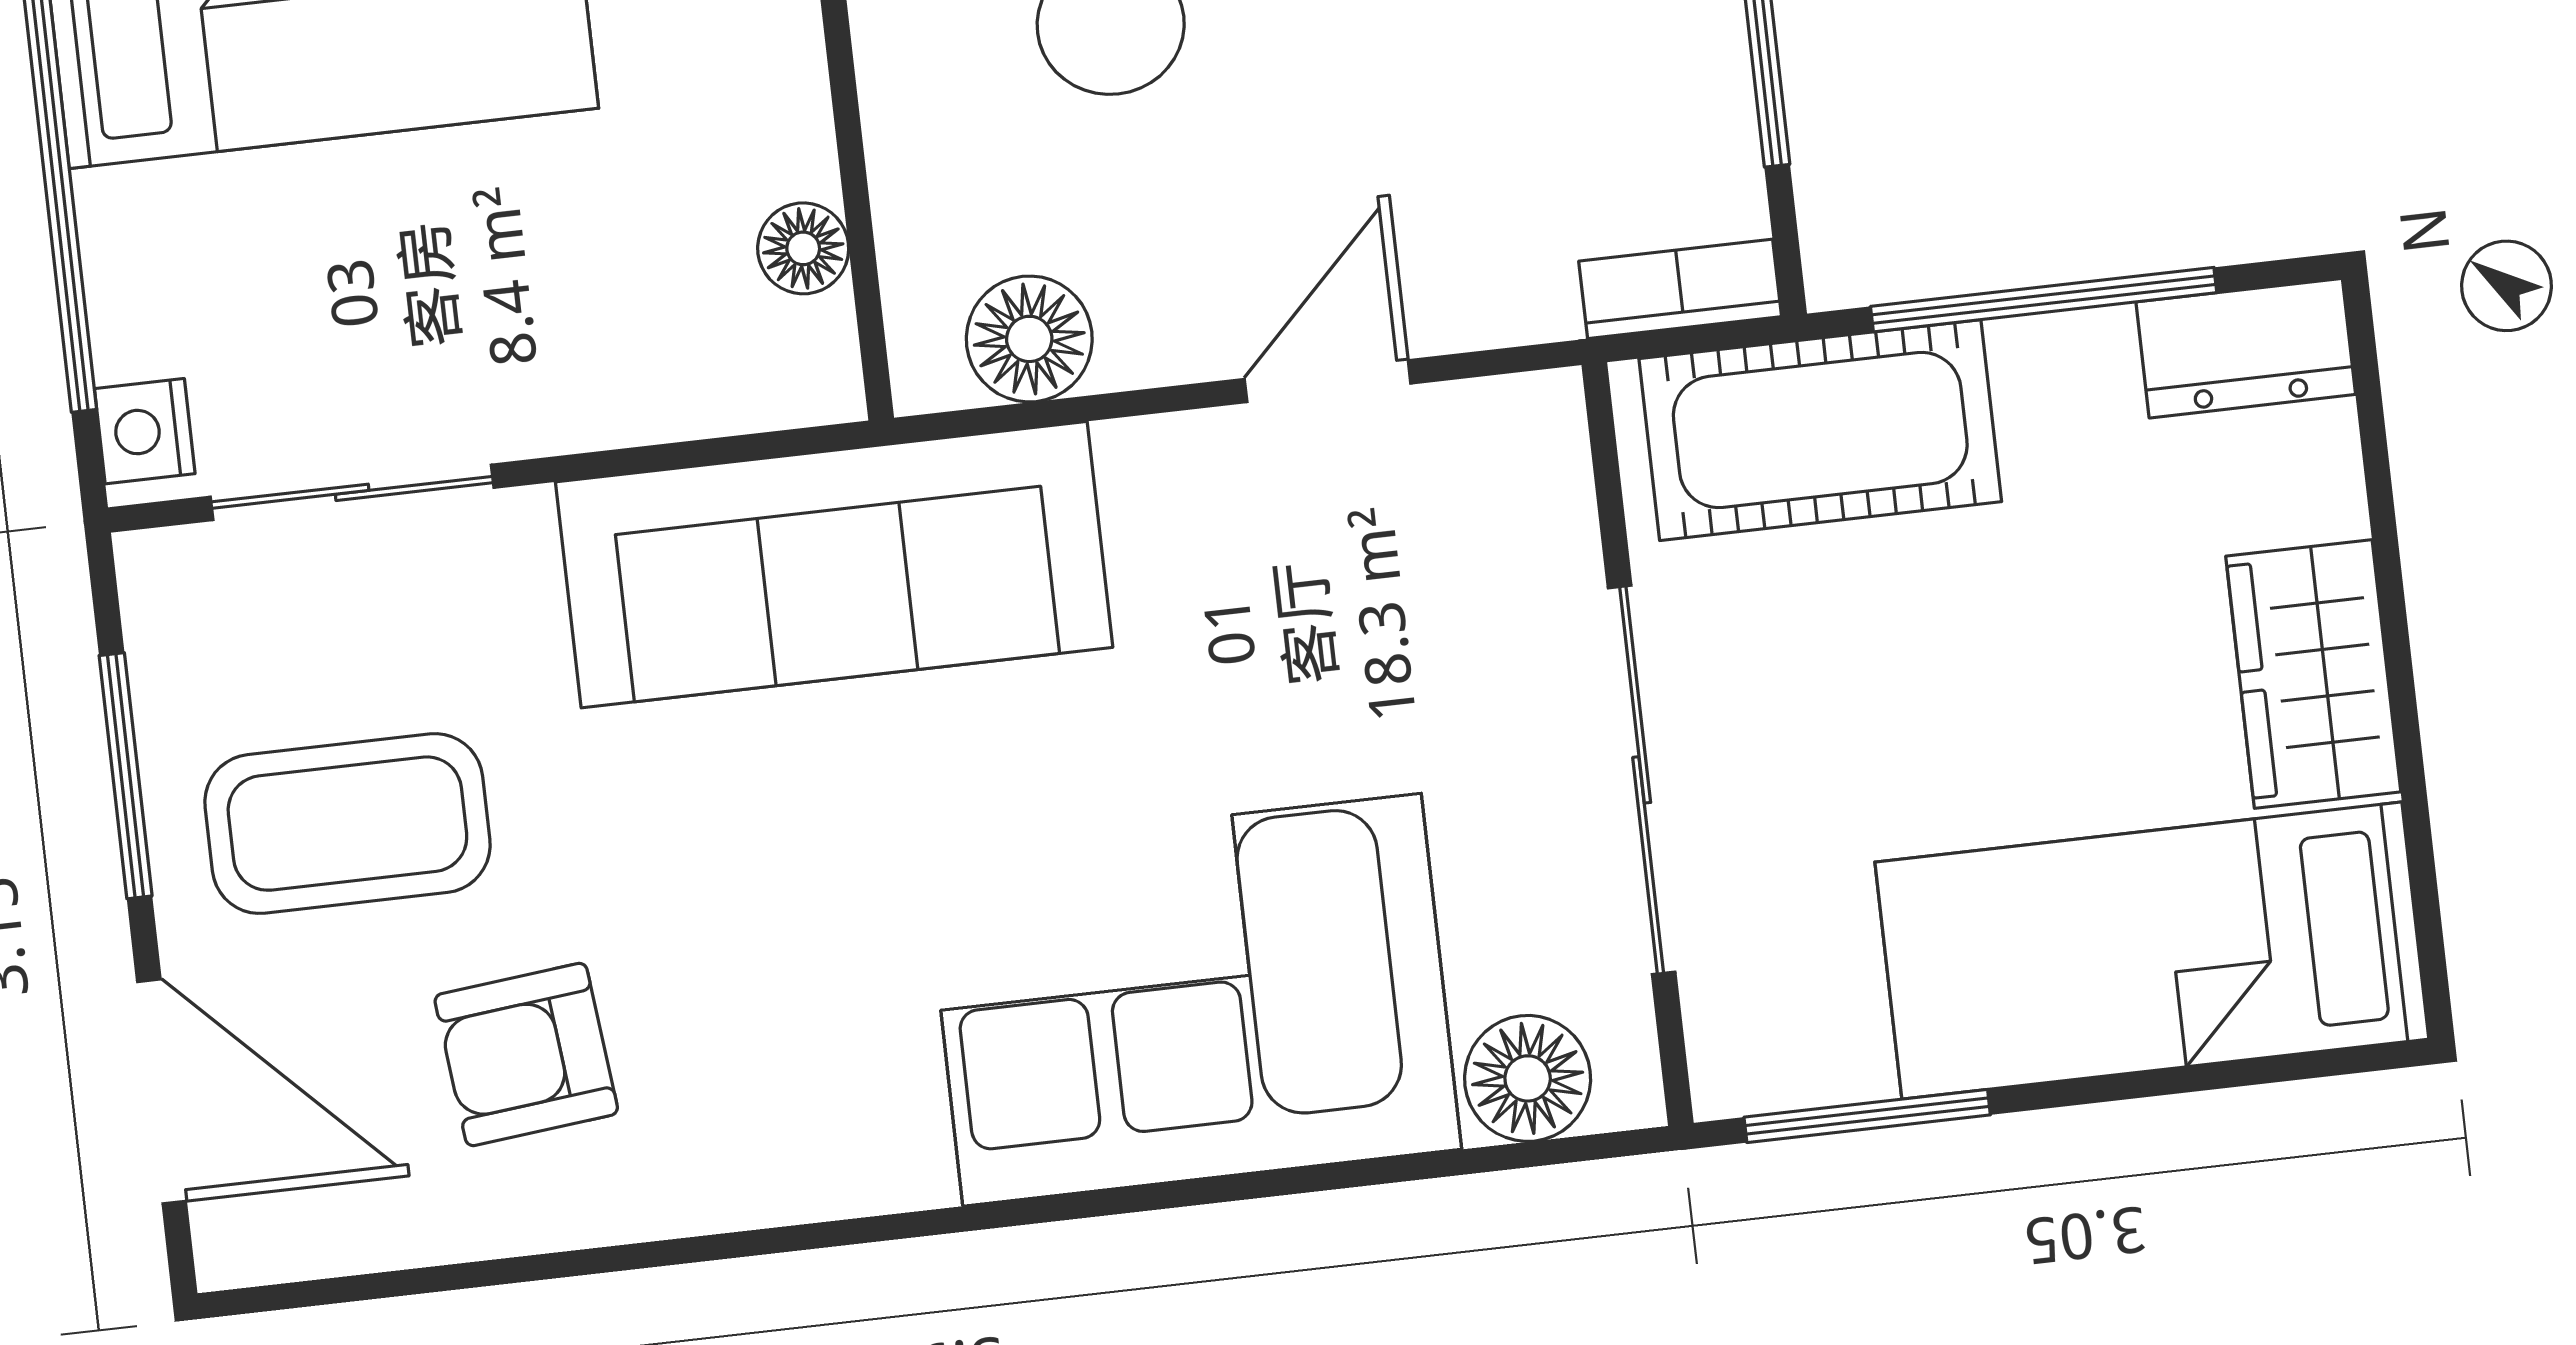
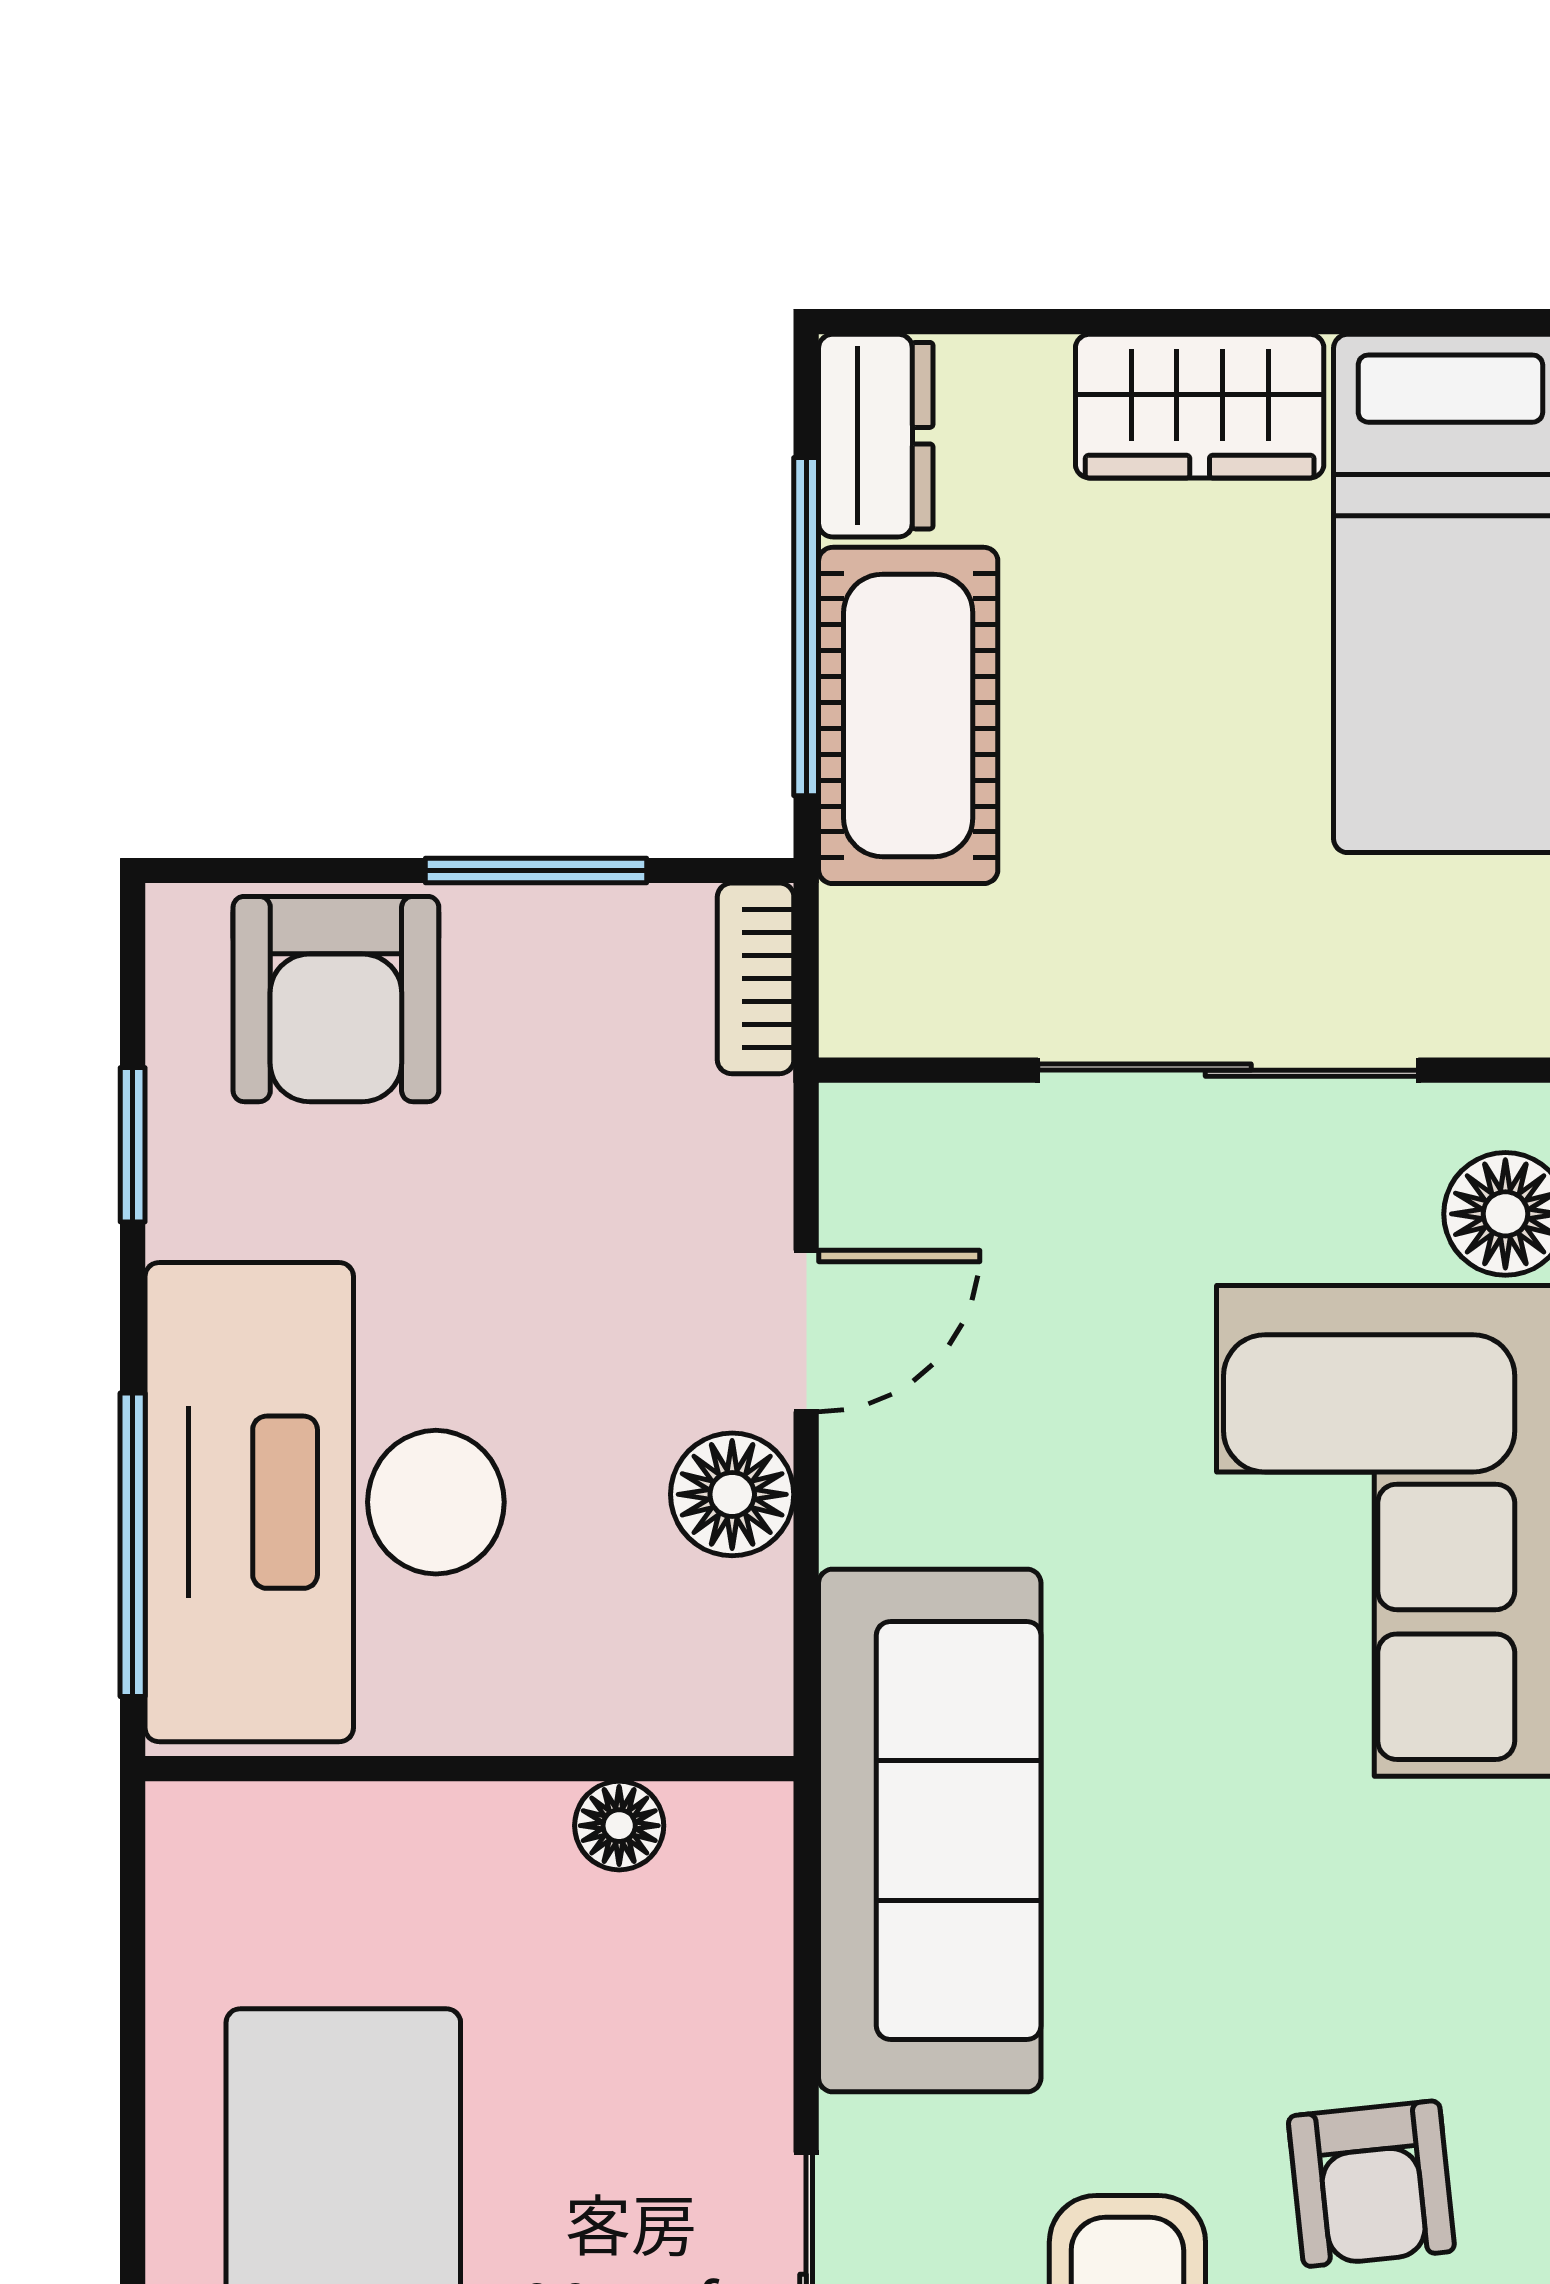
floor lamp: (1029, 339) -> (732, 1494), moved
door: (1328, 381) -> (806, 1331), swing flipped
cot: (1820, 430) -> (908, 715), moved

